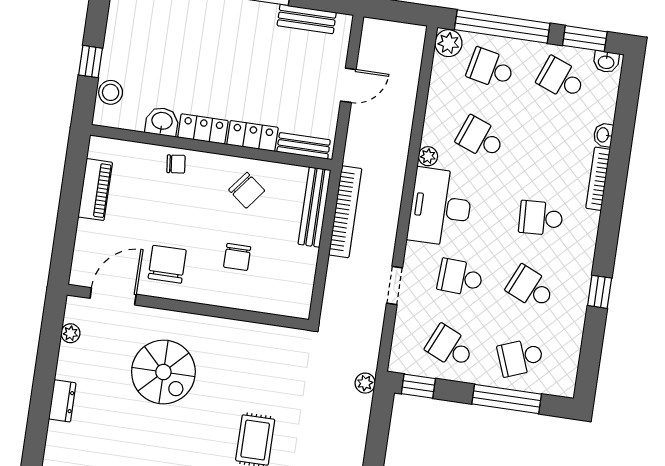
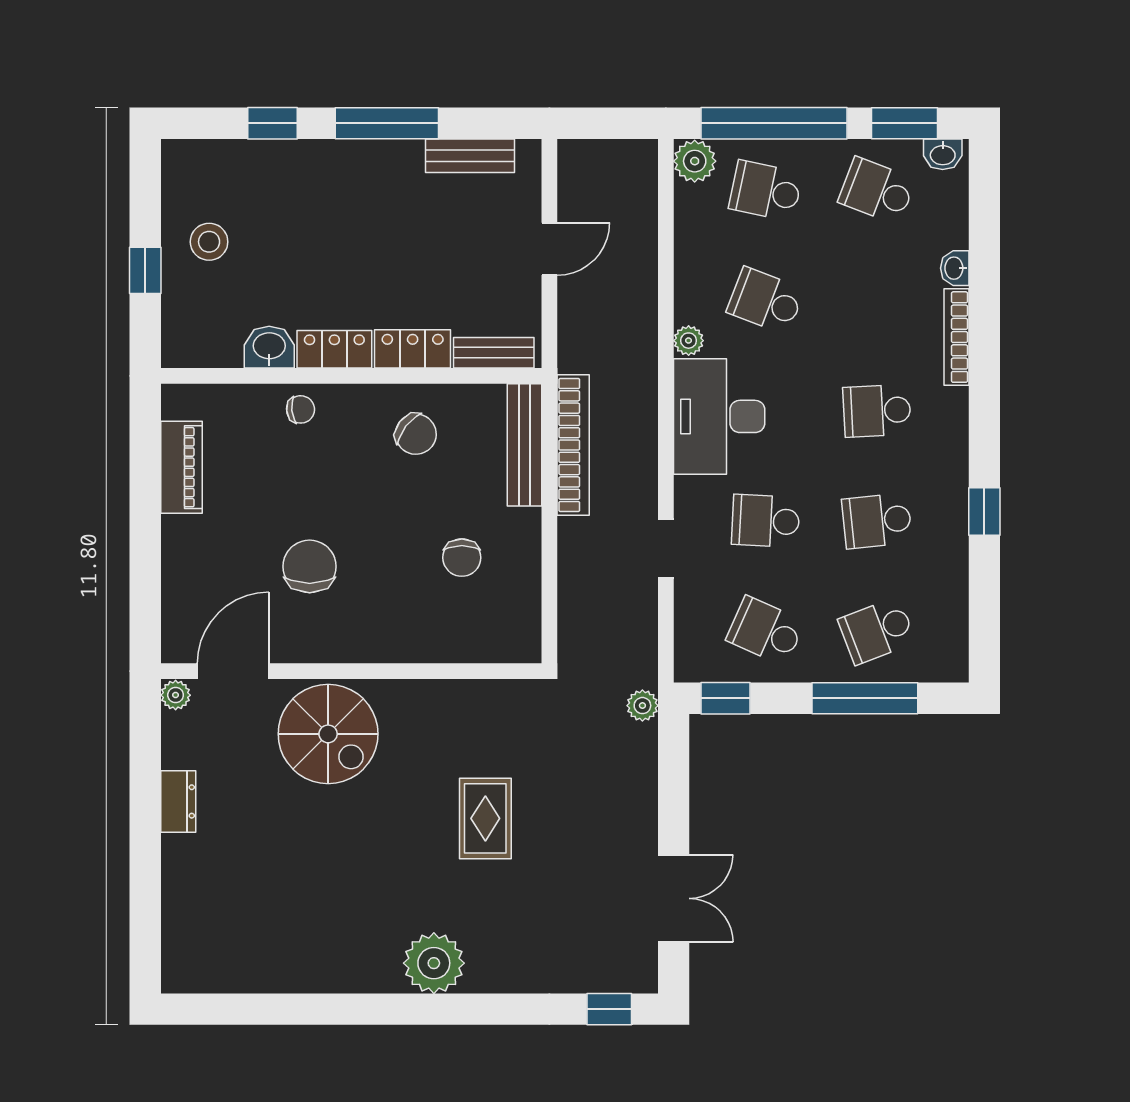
stool: (111, 92) -> (209, 242), moved
chair: (237, 257) -> (462, 558), moved
school desk: (531, 288) -> (877, 521), turned -30
door: (113, 296) -> (233, 671), moved
wall: (188, 307) -> (351, 671), moved

